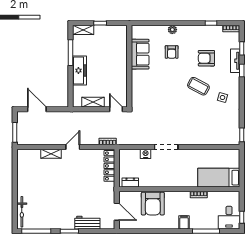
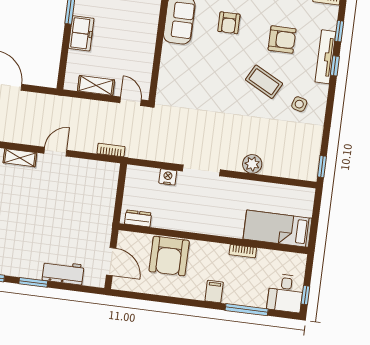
armchair: (206, 58) -> (282, 39), turned 180
tv unit: (235, 61) -> (325, 57), width x1.41
freezer: (79, 71) -> (81, 33), width x0.71
plant: (198, 139) -> (252, 164), added
locker: (109, 166) -> (109, 188), removed

